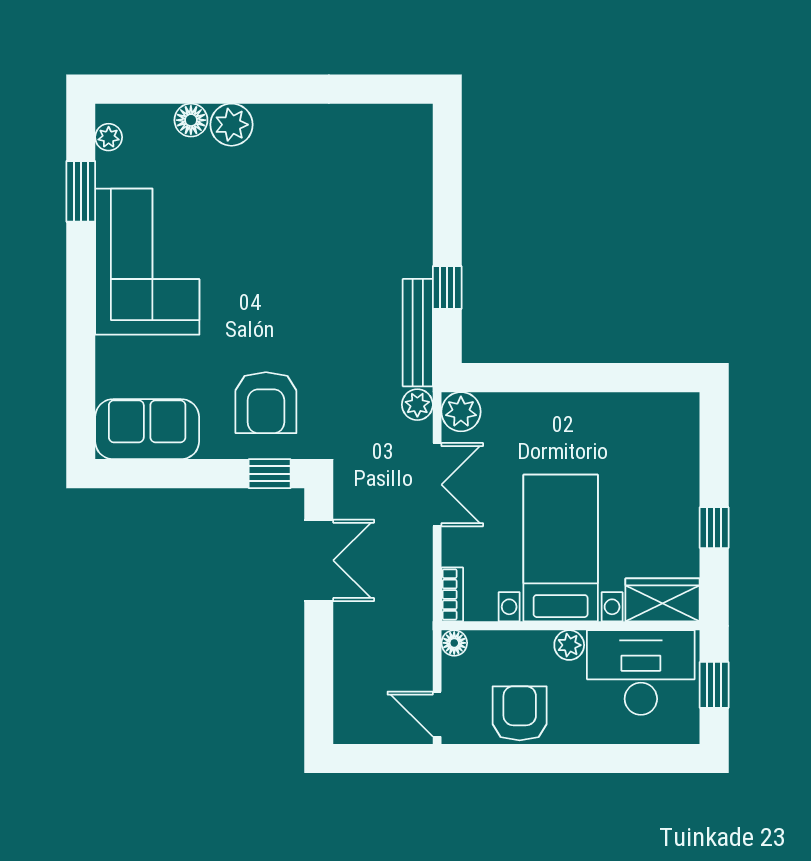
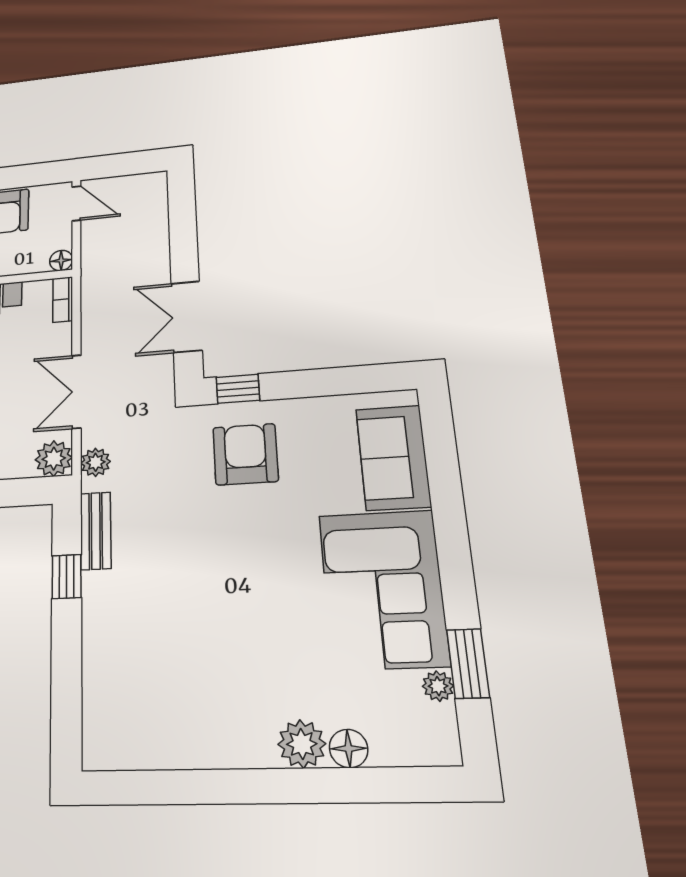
plant: (109, 137) -> (438, 686), moved
bench: (418, 333) -> (96, 531), width x0.73
sofa: (147, 429) -> (393, 457), moved, turned 90

